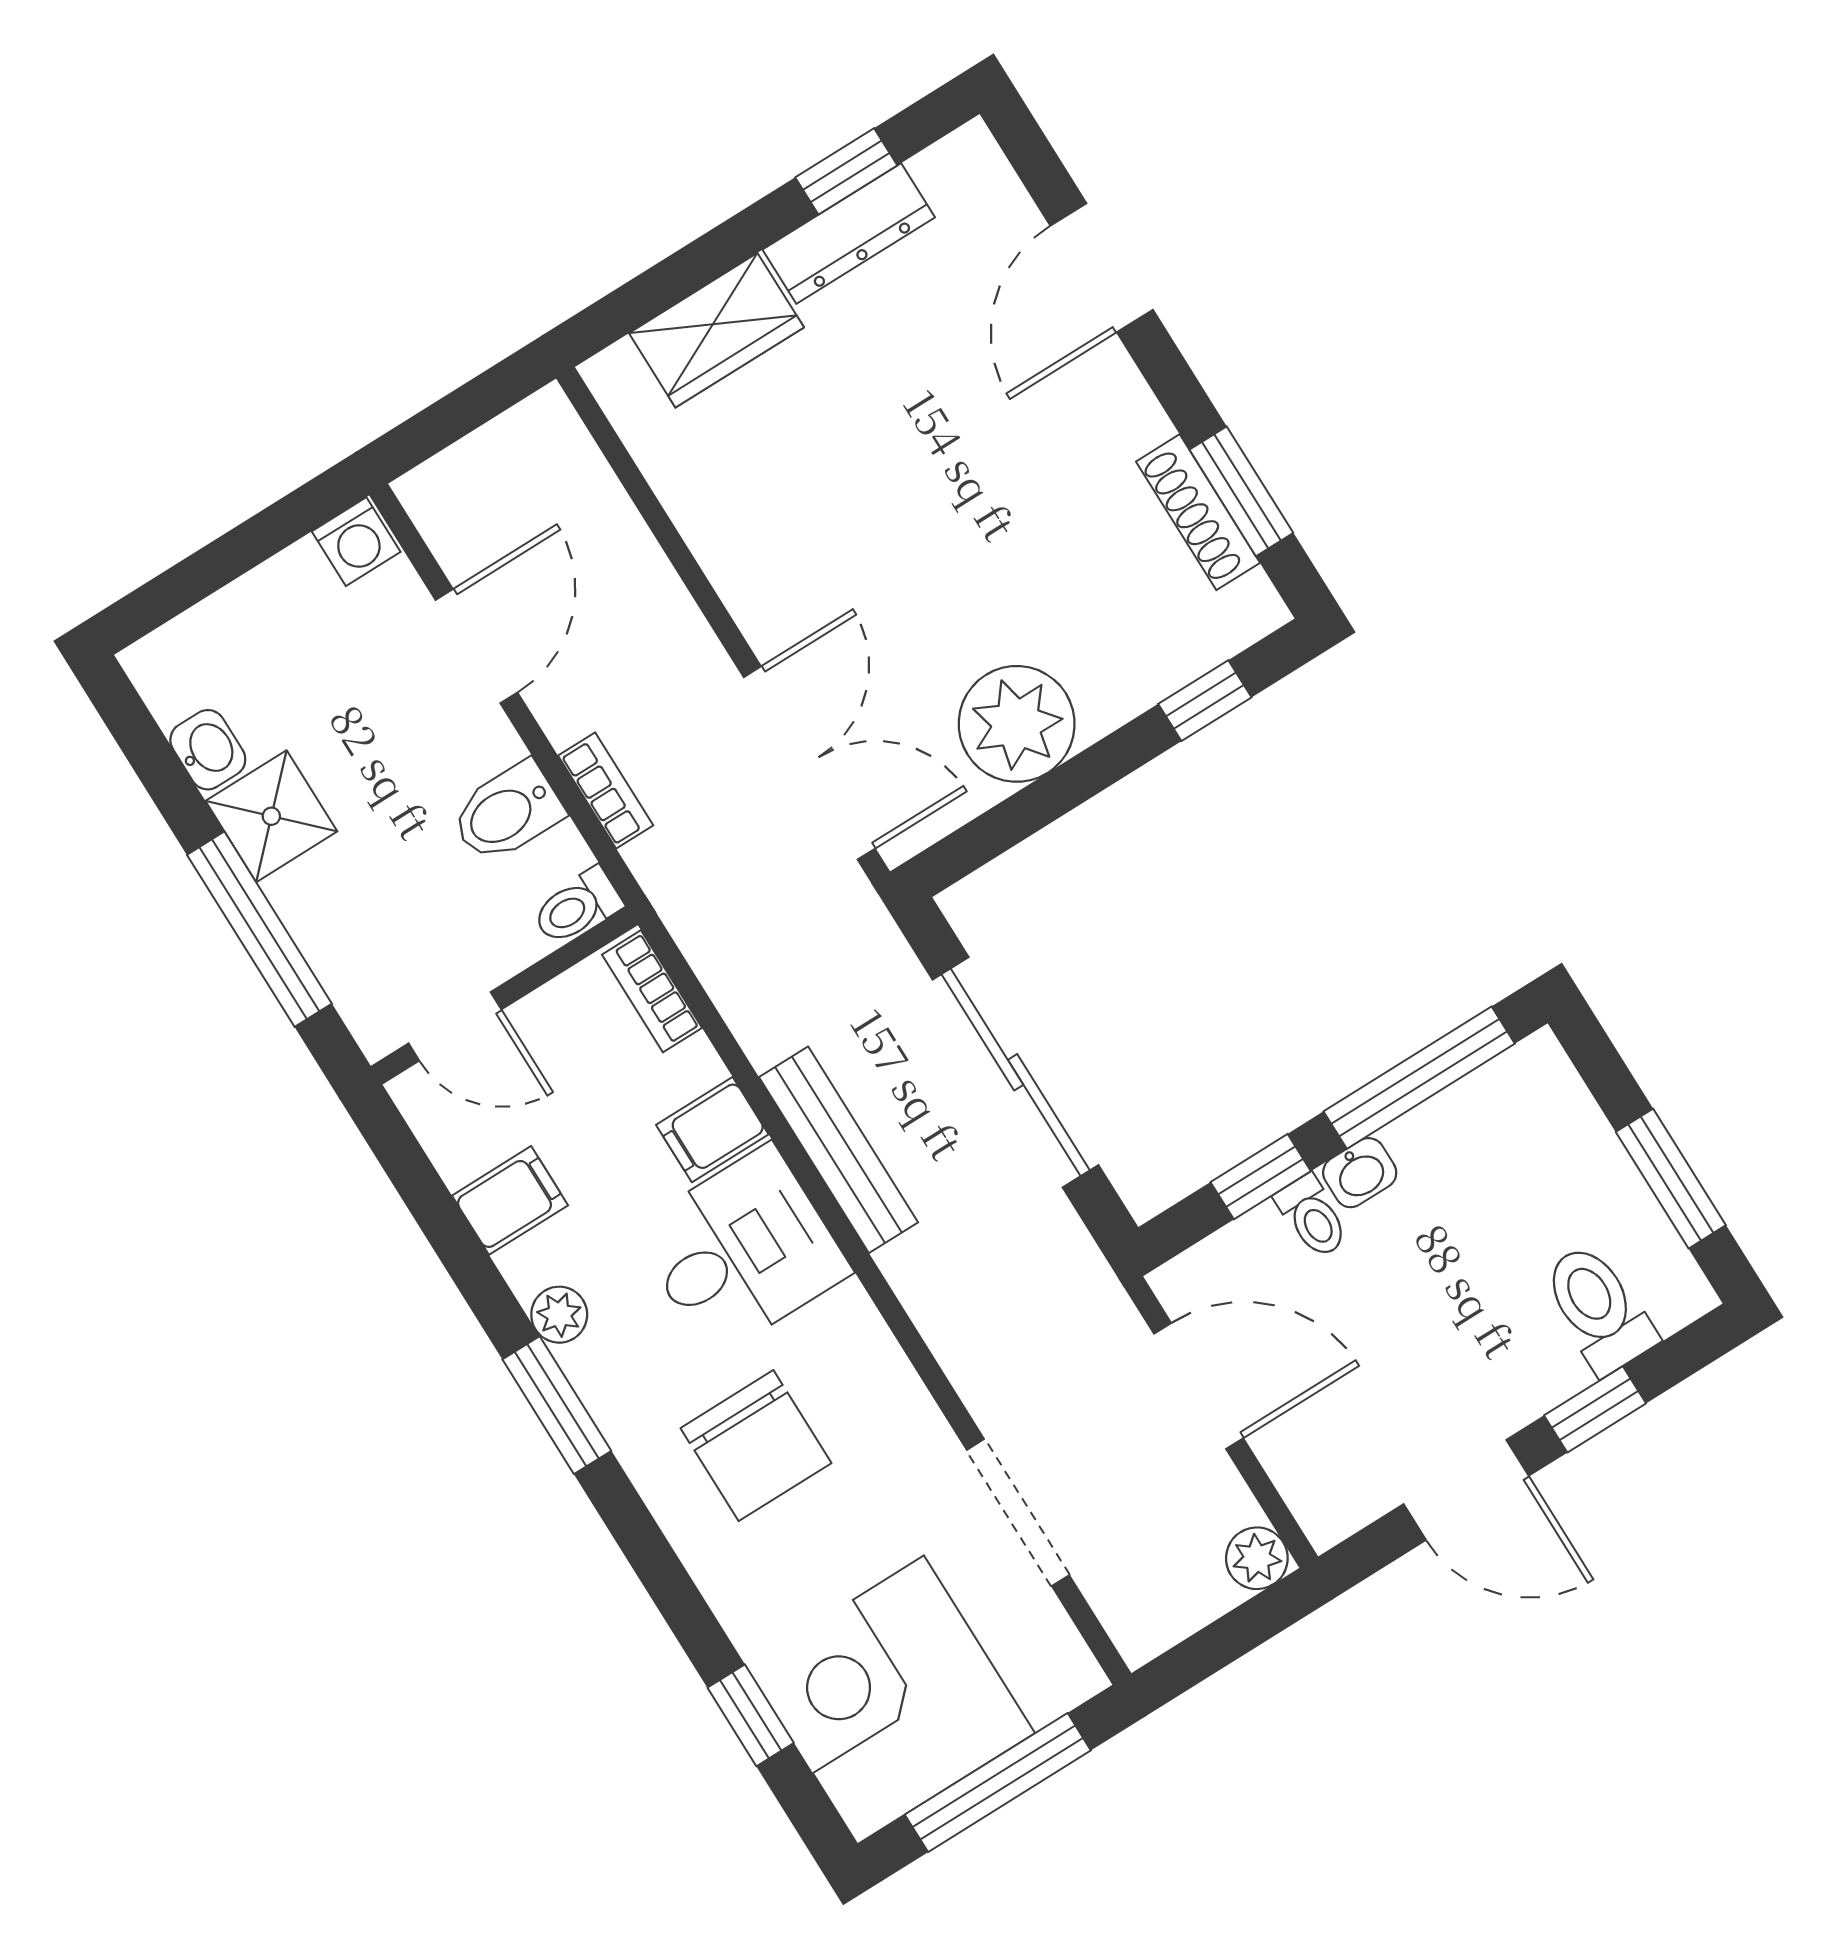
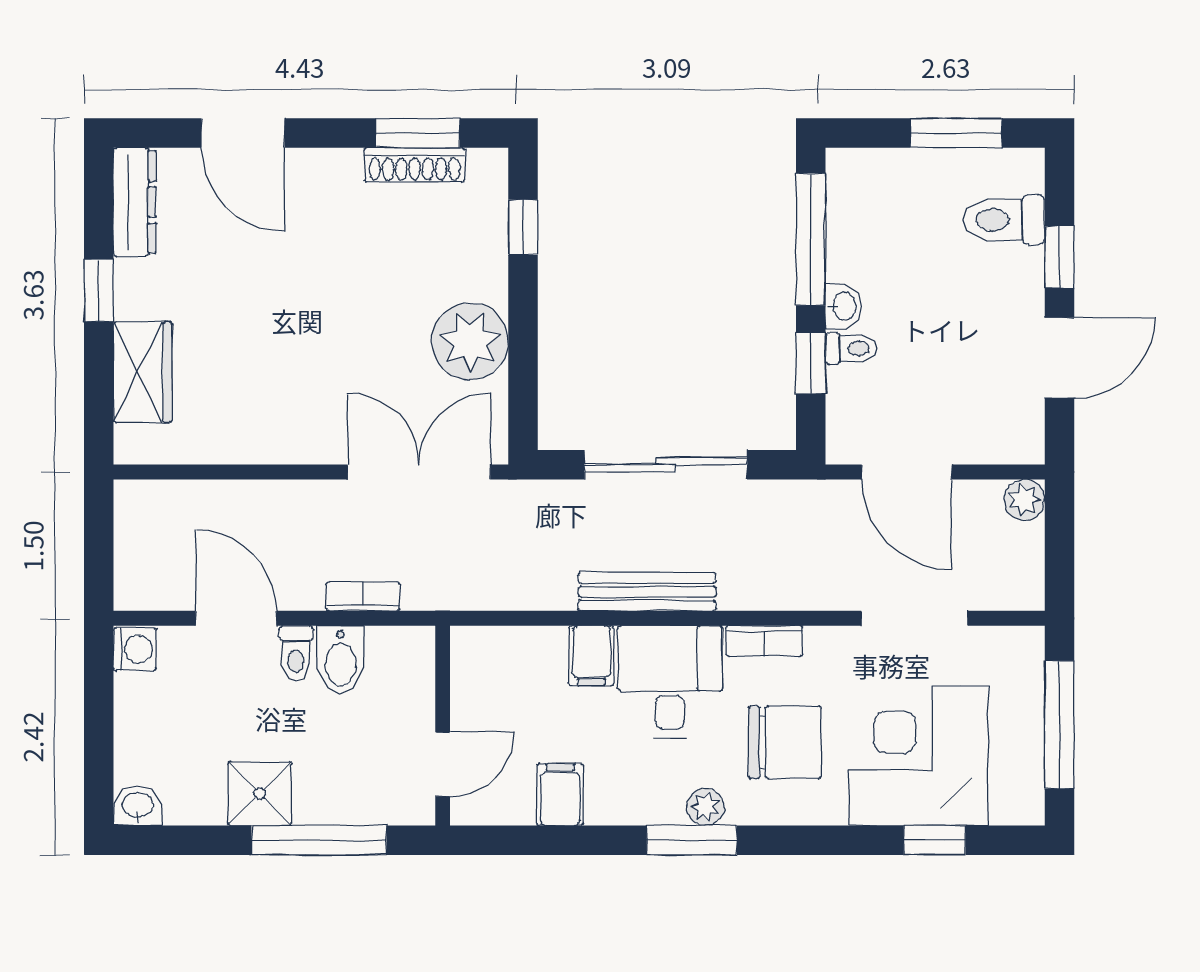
window: (846, 171) -> (99, 290), moved
dresser: (849, 234) -> (135, 202), moved
washbasin: (208, 750) -> (138, 806), moved
toilet: (577, 907) -> (296, 653), moved
bookcase: (652, 991) -> (764, 641), moved
plant: (559, 1315) -> (706, 807), moved
door: (1199, 1386) -> (907, 472), swing flipped
corner desk: (891, 1700) -> (919, 756), moved, turned 90

